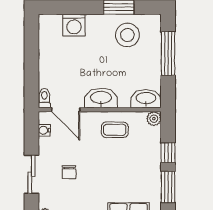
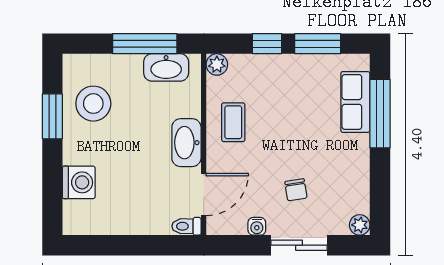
window: (168, 54) -> (145, 44), moved
washbasin: (146, 99) -> (166, 67), moved, turned -90
water cooler: (44, 130) -> (257, 226), moved
chair: (69, 172) -> (296, 190), turned 81

